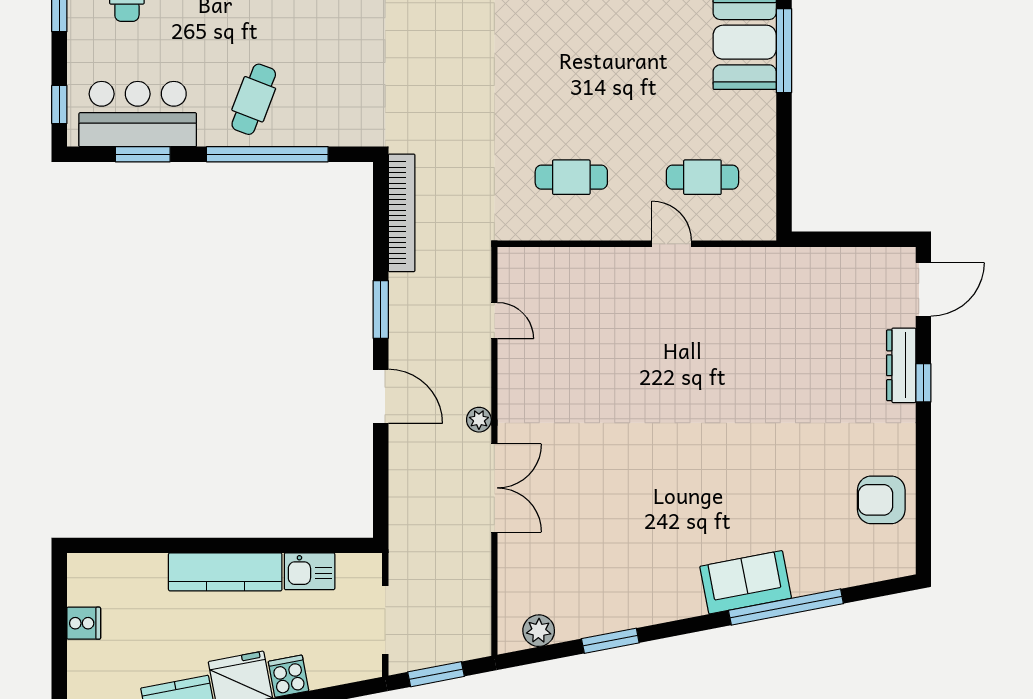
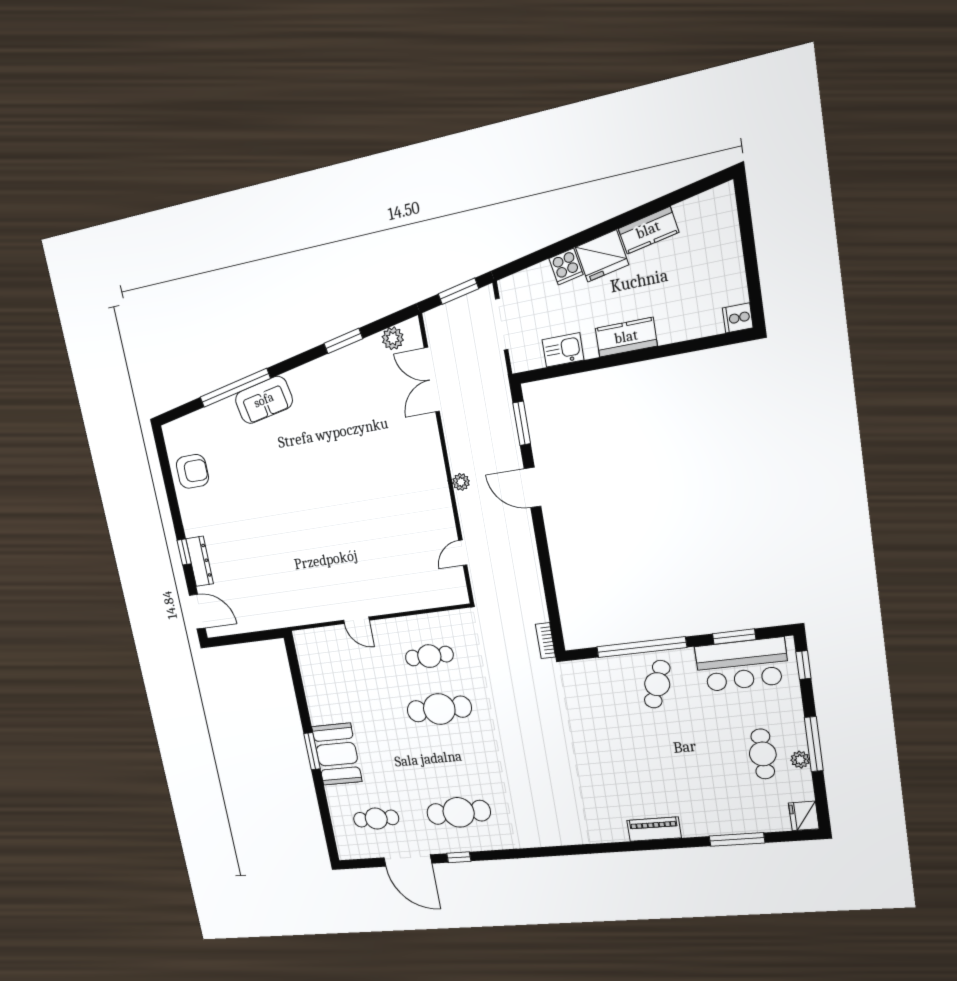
window: (784, 51) -> (312, 751), width x0.69
cafe table: (702, 177) -> (439, 709), moved, width x1.37, depth x1.35
bookcase: (402, 213) -> (545, 641), width x0.43, depth x0.76
door: (923, 289) -> (197, 612), swing flipped
window: (381, 309) -> (522, 423), moved
door: (494, 321) -> (463, 553), hinge flipped
double door: (494, 488) -> (432, 380), moved
kitchen counter: (225, 572) -> (626, 337), width x0.67
cooker: (84, 623) -> (738, 318), moved

